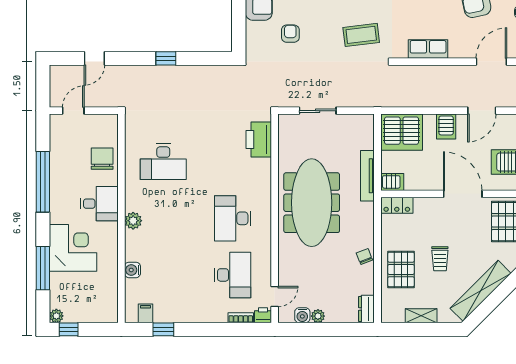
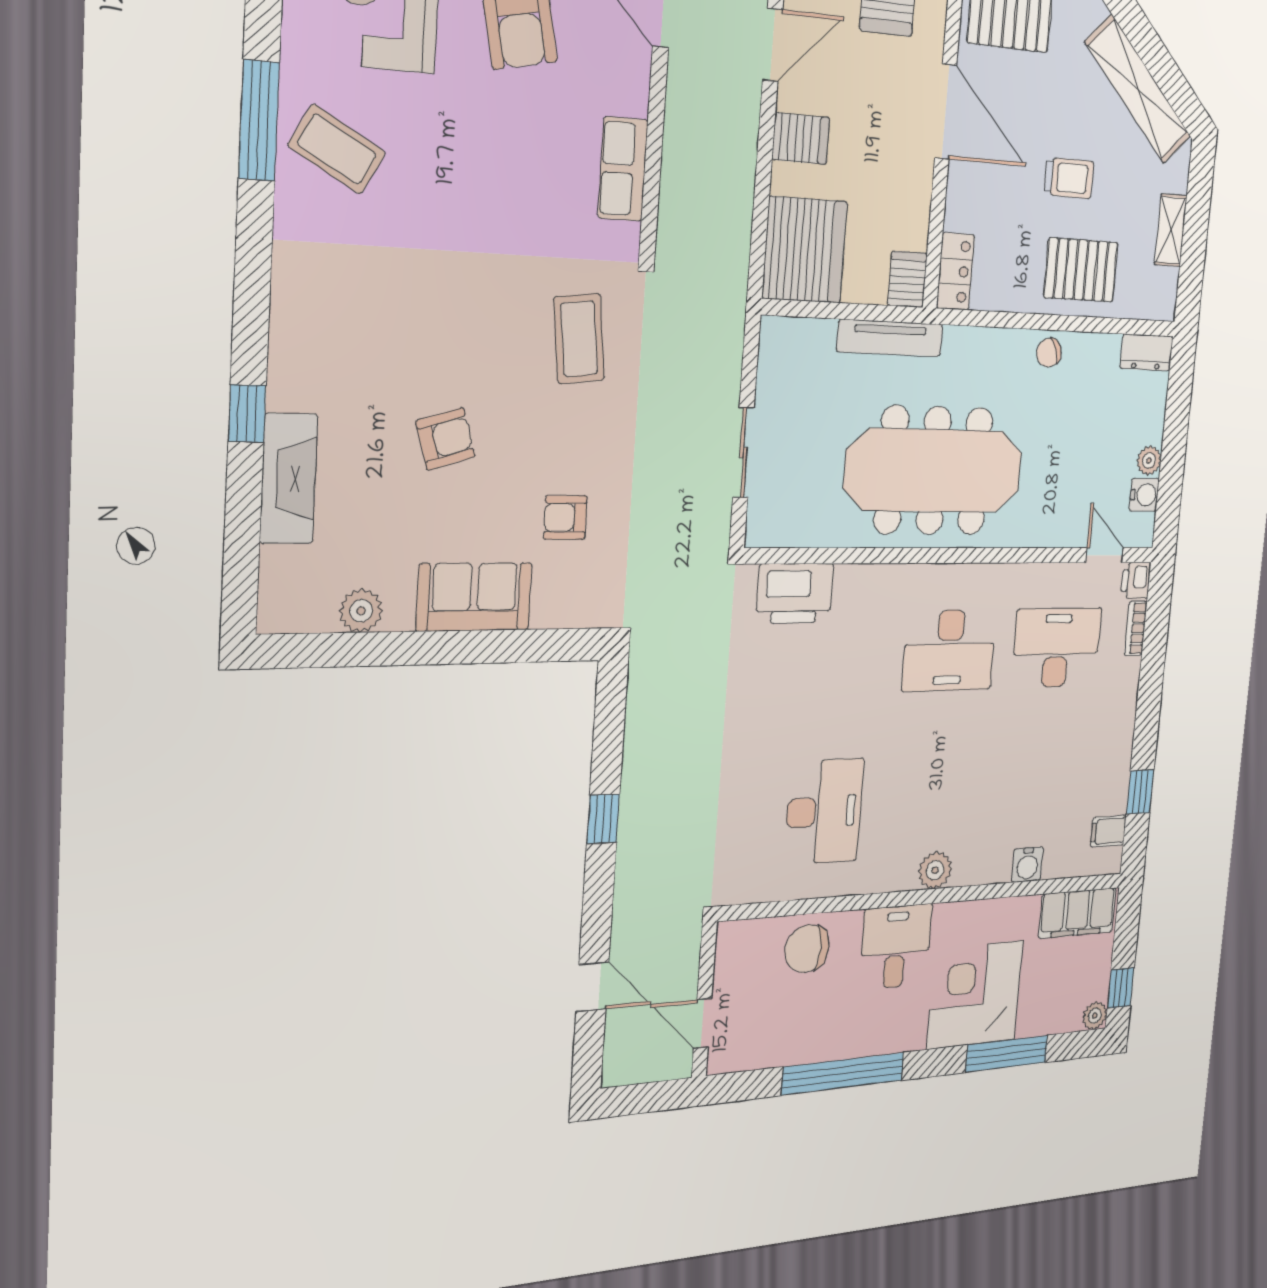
door: (482, 111) -> (773, 45), hinge flipped
door: (463, 194) -> (946, 112), swing flipped
filing cabinet: (107, 300) -> (1077, 913), added

